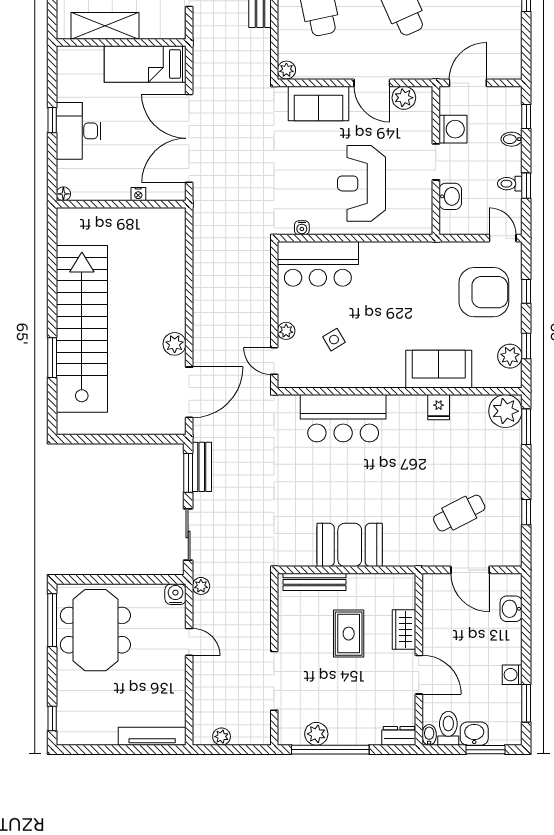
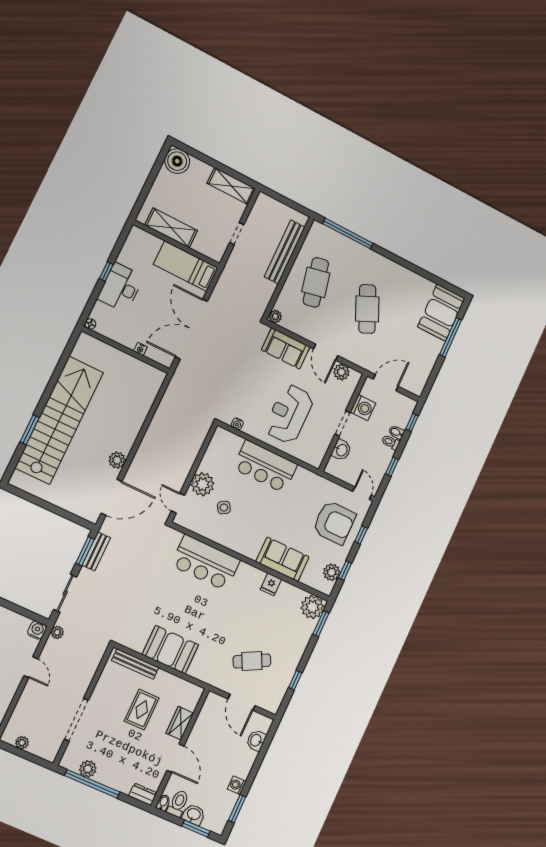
toilet: (510, 184) -> (391, 442), moved
bar counter: (318, 264) -> (265, 466), moved
plant: (286, 331) -> (203, 484), width x1.88, depth x1.88

